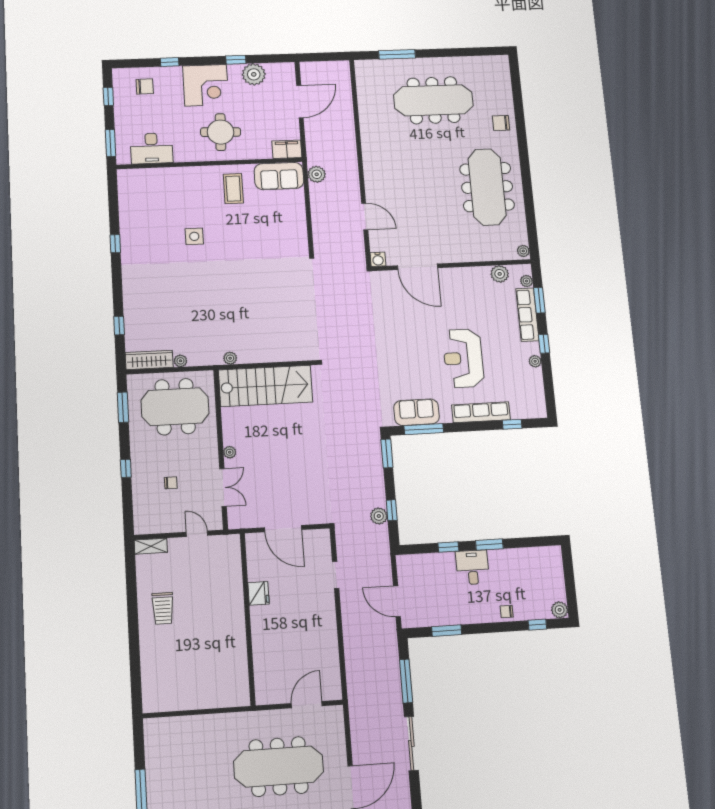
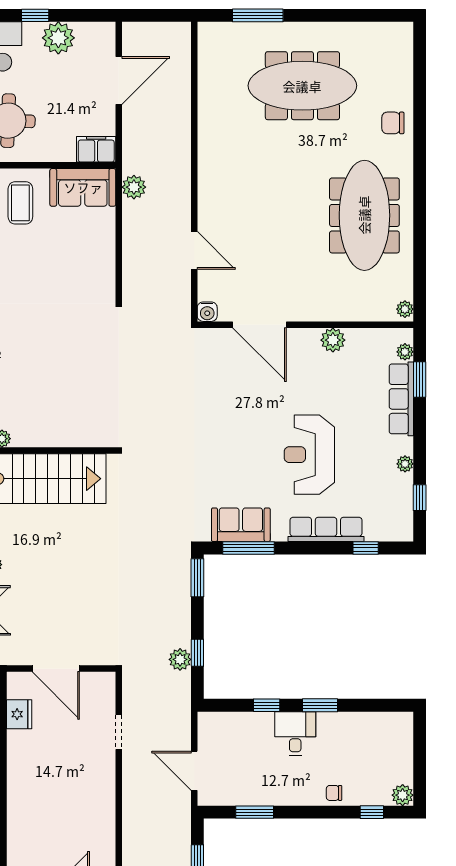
plant: (500, 274) -> (333, 340), moved
window: (544, 344) -> (420, 498), moved
fridge: (258, 593) -> (19, 714), moved

